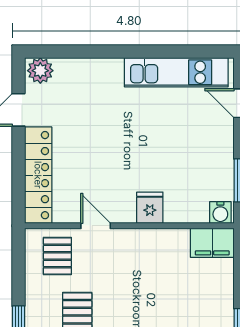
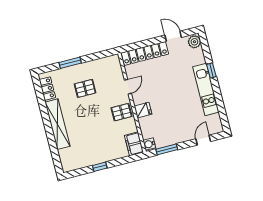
window: (106, 52) -> (211, 70), added
kitchen unit: (176, 72) -> (206, 89), moved
pallet: (57, 256) -> (121, 112), moved

